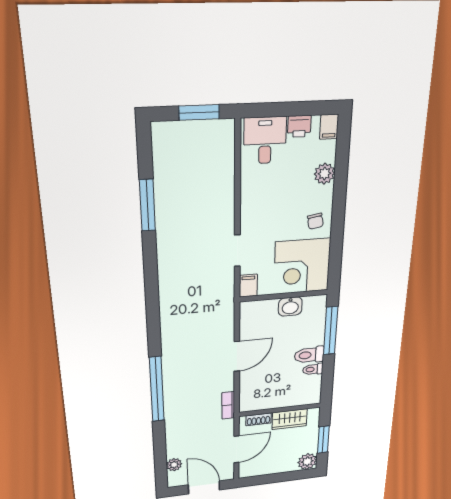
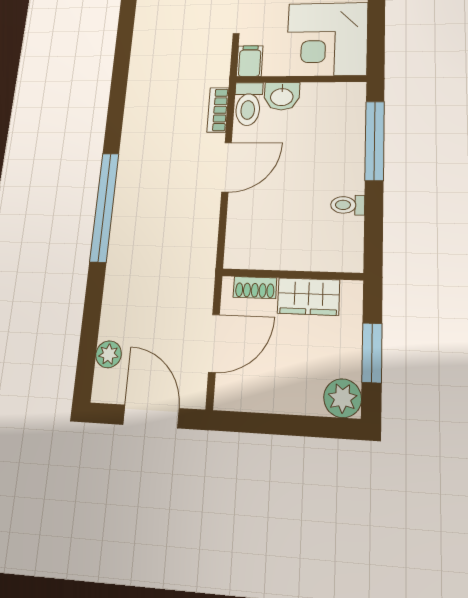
washbasin: (290, 306) -> (282, 96), moved
toilet: (309, 355) -> (248, 104), moved, turned -90
bookcase: (228, 405) -> (218, 110), moved

